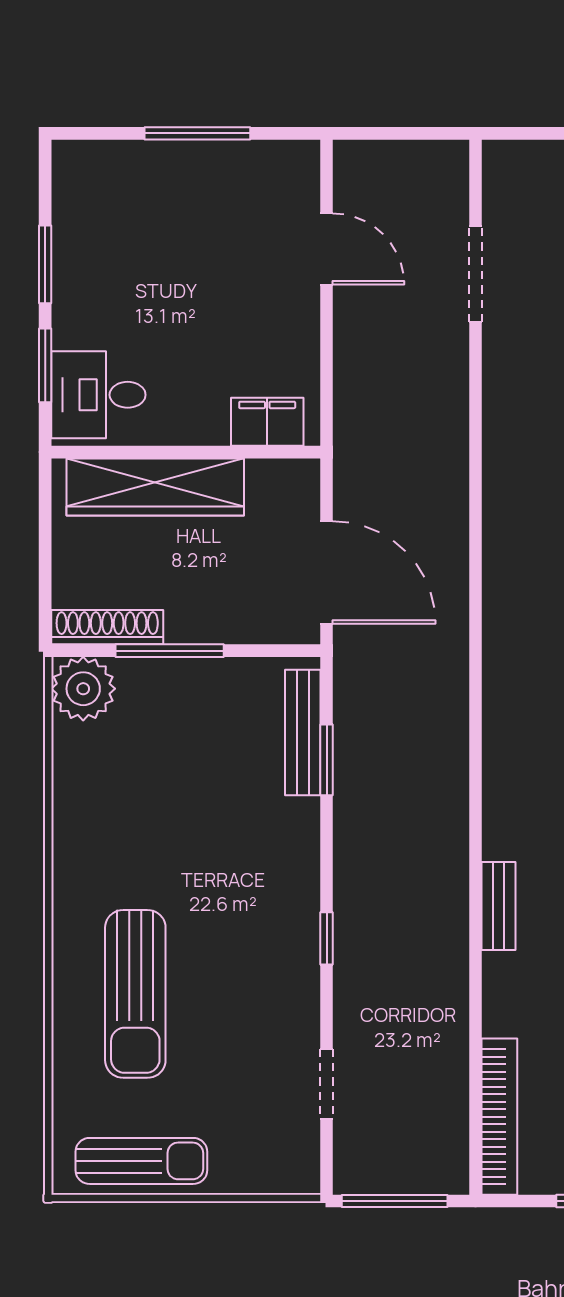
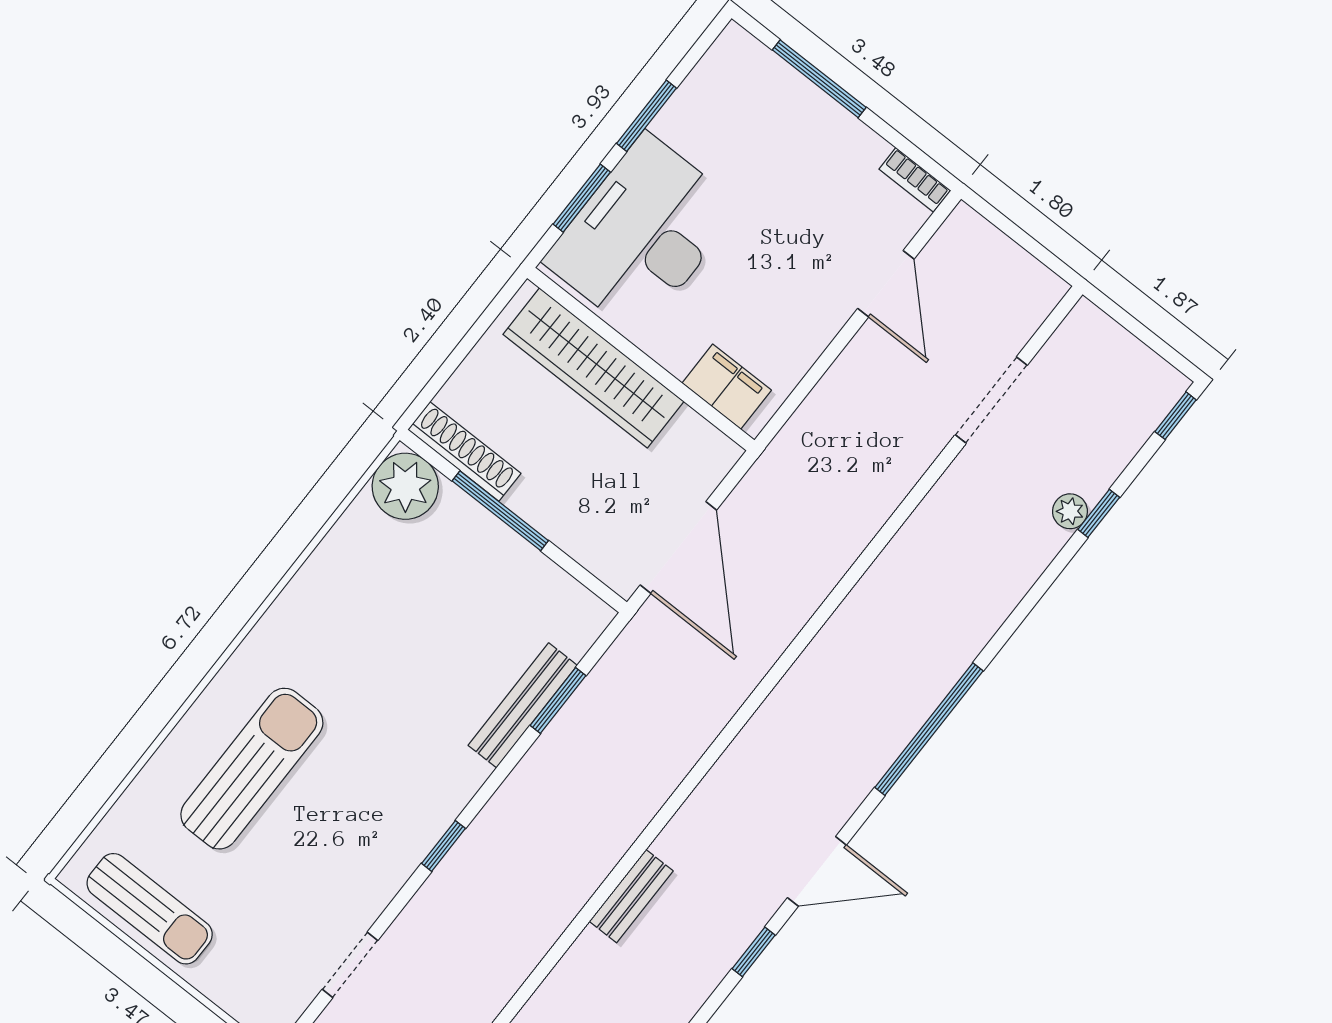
window: (197, 133) -> (819, 79), moved
bookcase: (286, 153) -> (915, 180), added
desk: (98, 395) -> (642, 234), width x1.87, depth x1.30
bench: (303, 732) -> (523, 705), moved
bench: (499, 906) -> (631, 896), moved
sun lounger: (135, 994) -> (252, 769), turned 180

